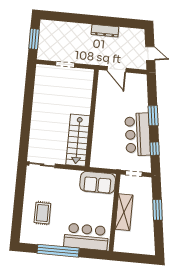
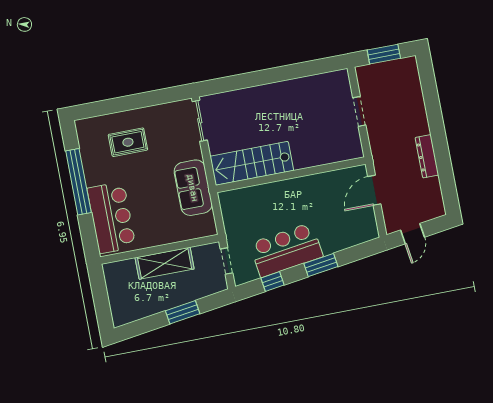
sofa: (98, 182) -> (193, 188), moved

